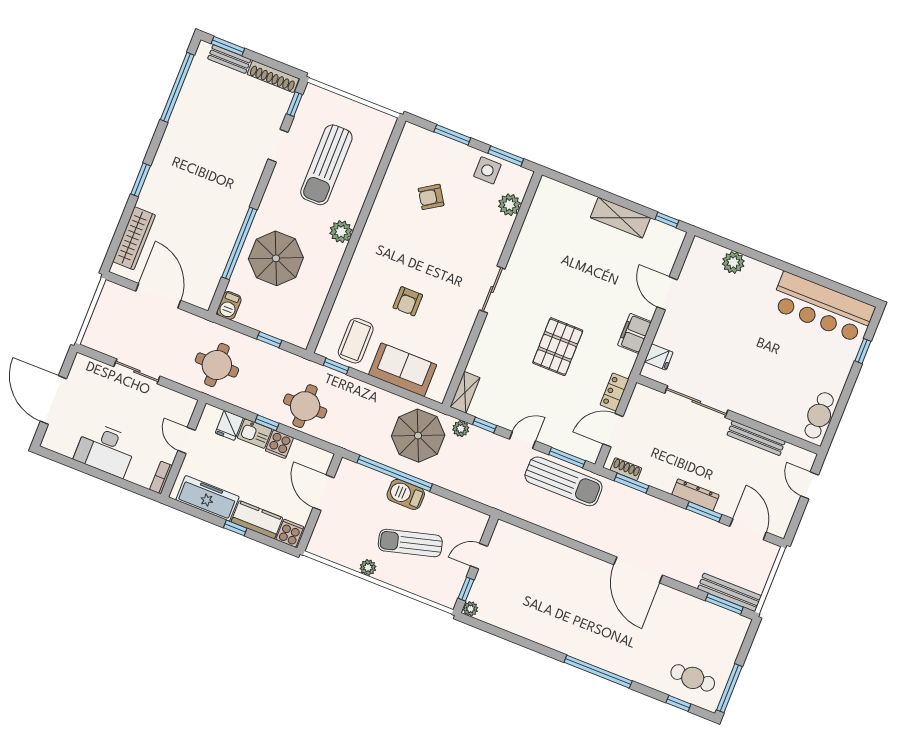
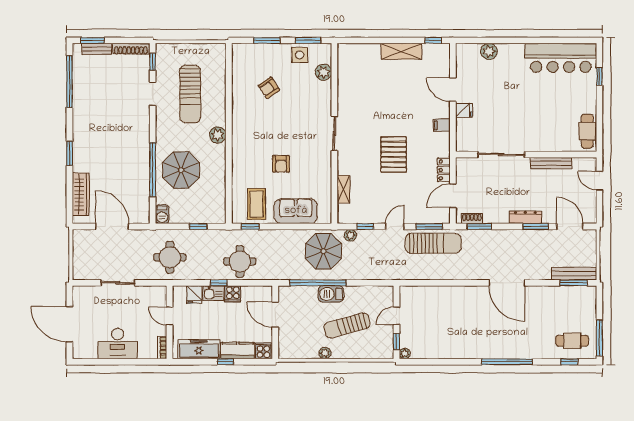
filing cabinet: (635, 333) -> (442, 125), width x0.50
fridge: (659, 357) -> (464, 110), moved
shelving: (465, 392) -> (344, 189), moved

